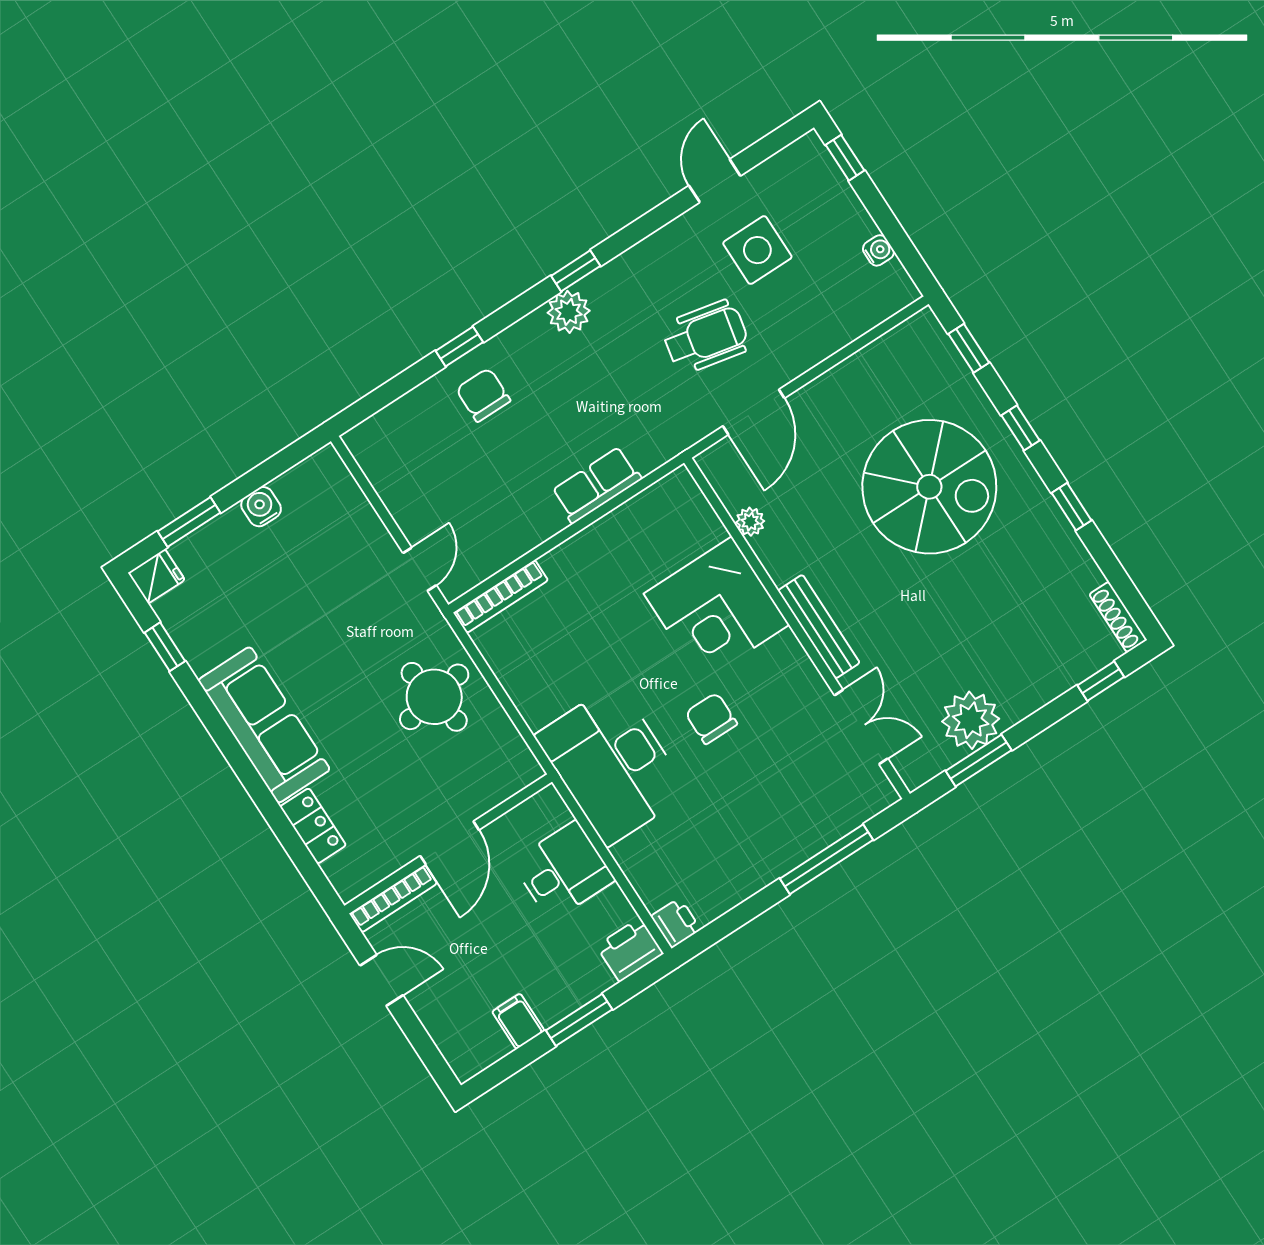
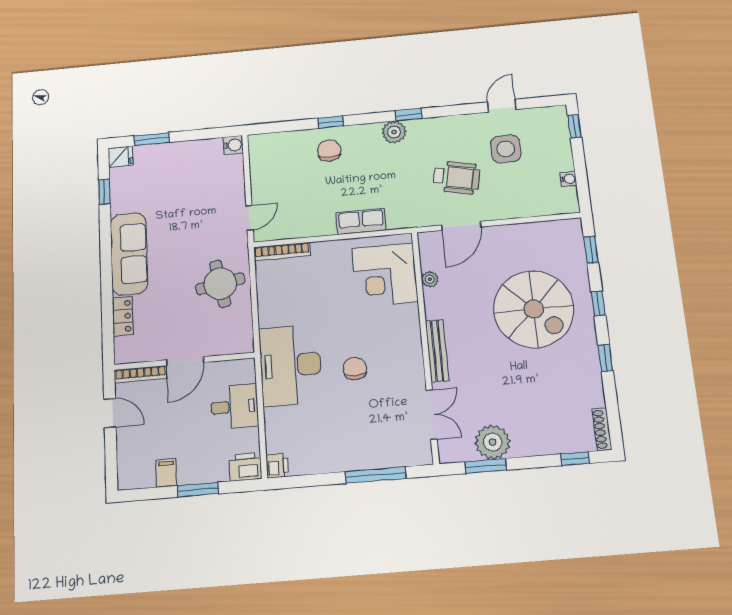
water cooler: (261, 507) -> (233, 145), moved, turned 90
corner desk: (716, 609) -> (385, 275), moved

